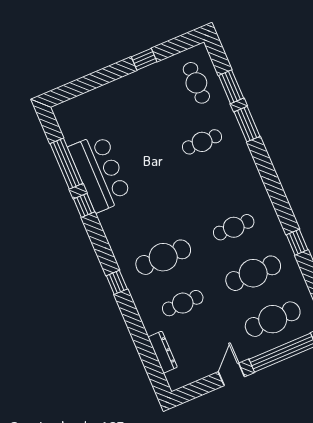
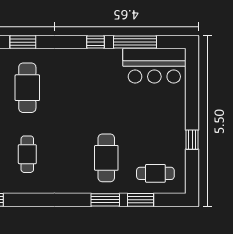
cafe table: (202, 142) -> (106, 158), width x1.37, depth x1.35
bar counter: (100, 173) -> (154, 66), moved
window: (117, 282) -> (23, 42), width x1.50

